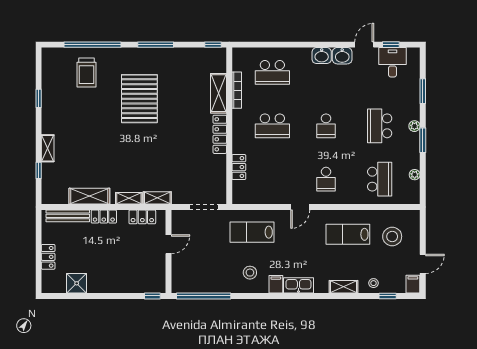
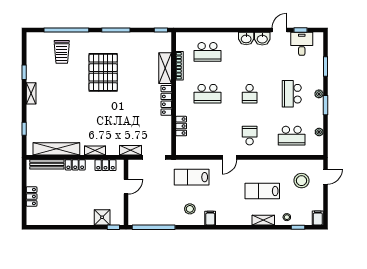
shelving: (48, 148) -> (31, 93), moved
school desk: (326, 179) -> (250, 136), turned 180
school desk: (380, 179) -> (292, 136), turned 90
shelving: (89, 196) -> (56, 149), width x1.47
shelving: (157, 198) -> (131, 150), moved
lab bench: (348, 234) -> (262, 191), moved
door: (423, 264) -> (325, 177), moved
shower: (77, 283) -> (102, 217), moved
kitchen sink: (298, 285) -> (228, 219), removed

